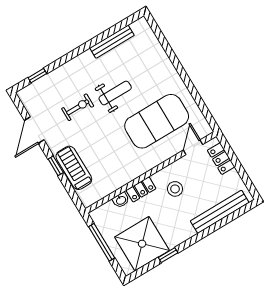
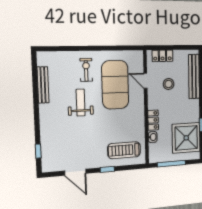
exercise bike: (78, 107) -> (86, 70), moved
door: (193, 147) -> (145, 81), moved
treadmill: (74, 168) -> (124, 150), moved
stool: (175, 189) -> (169, 84), moved

